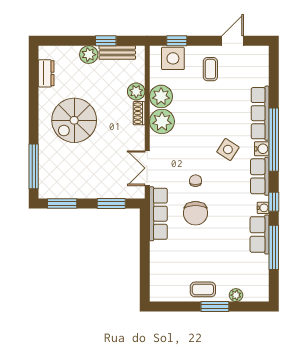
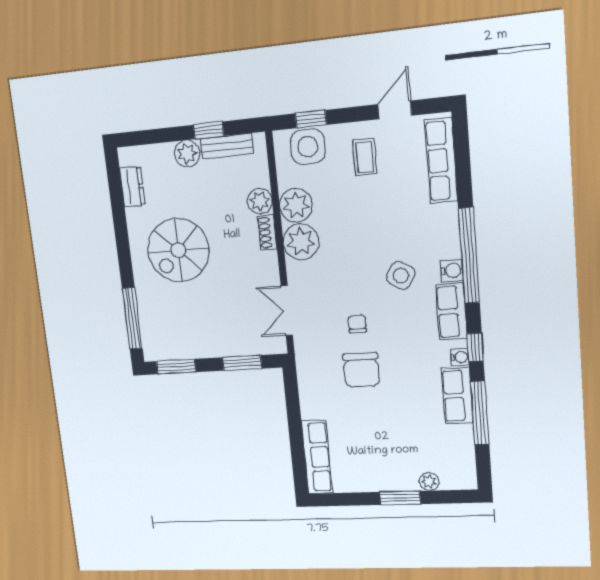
row of seats: (260, 113) -> (441, 161), moved
row of seats: (158, 214) -> (317, 457), moved
coffee table: (203, 289) -> (381, 475), removed

